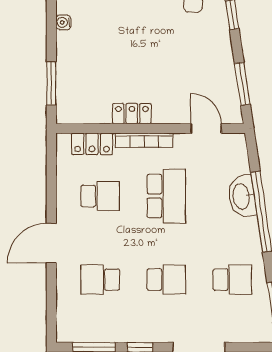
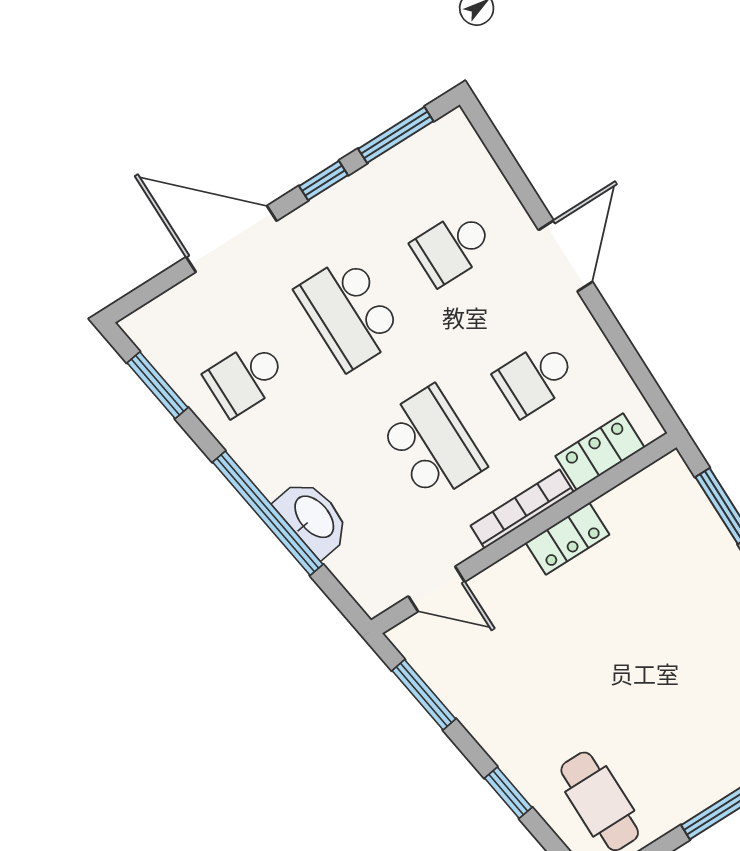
school desk: (166, 196) -> (432, 444), turned 180
school desk: (100, 280) -> (453, 247), turned 180
school desk: (166, 280) -> (349, 313), width x1.85

